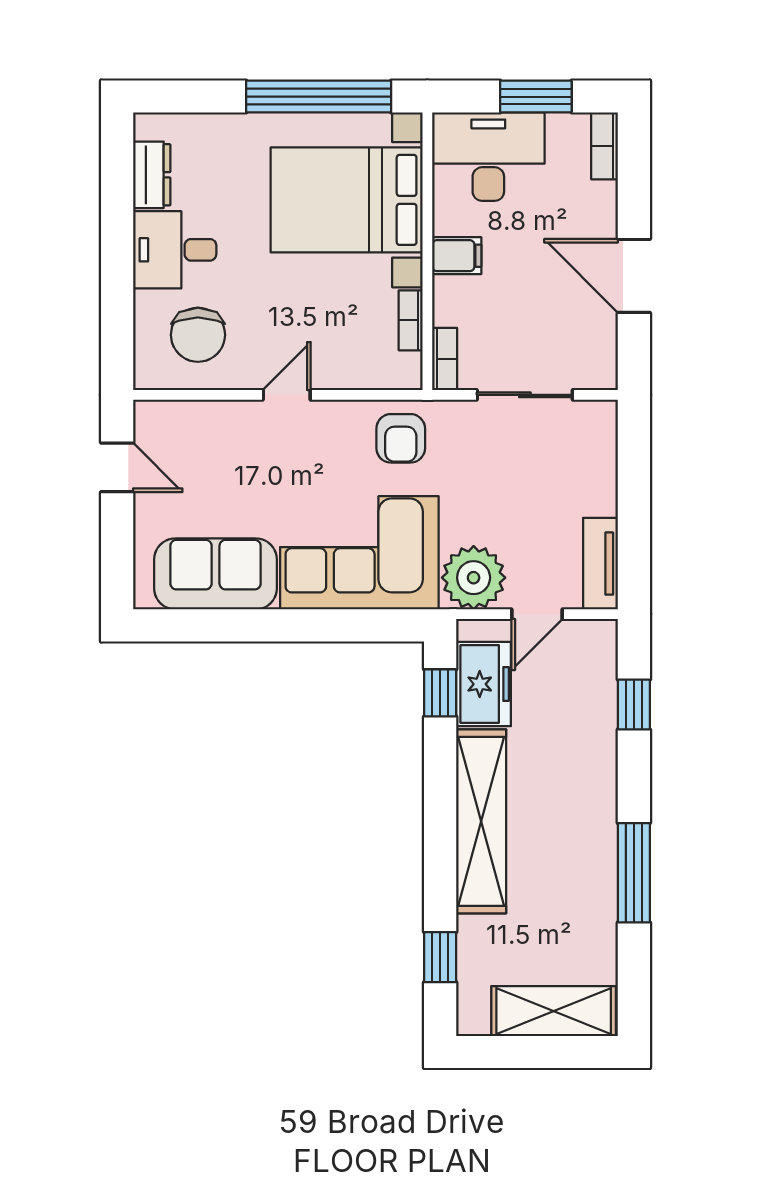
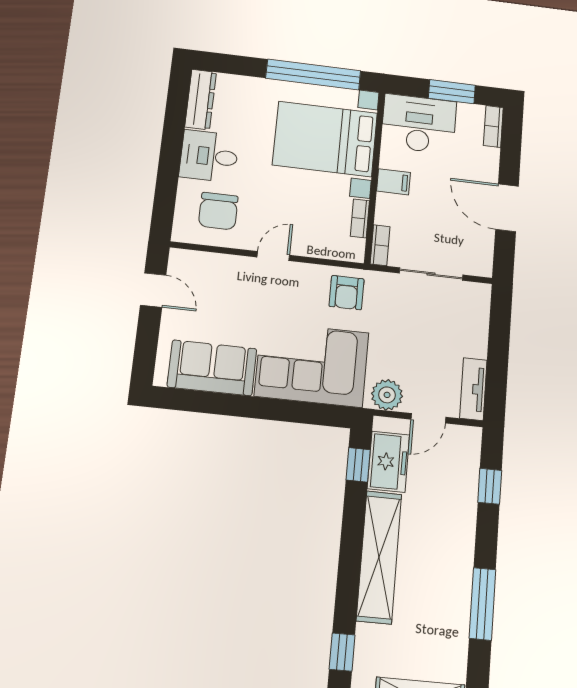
dresser: (152, 175) -> (201, 99), width x1.44
plant: (474, 578) -> (387, 395), width x0.73, depth x0.73

